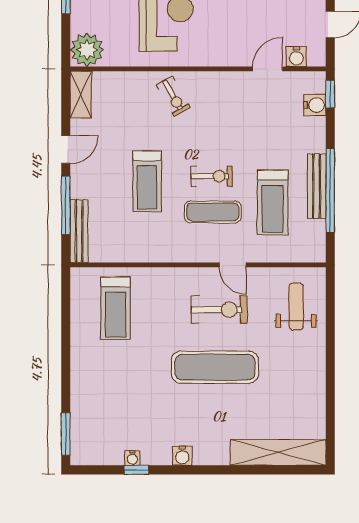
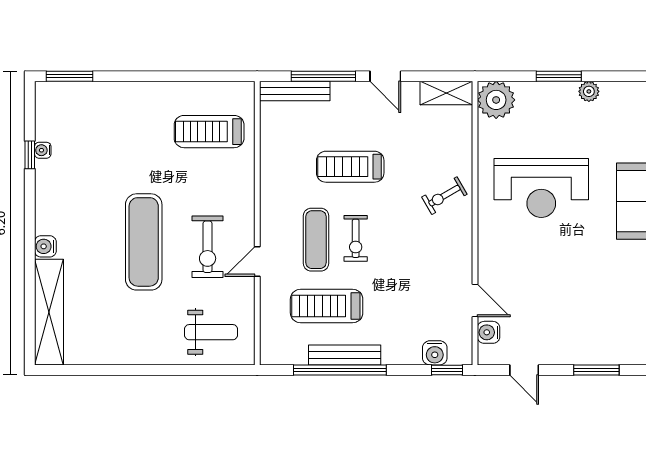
water cooler: (182, 456) -> (45, 246), moved

